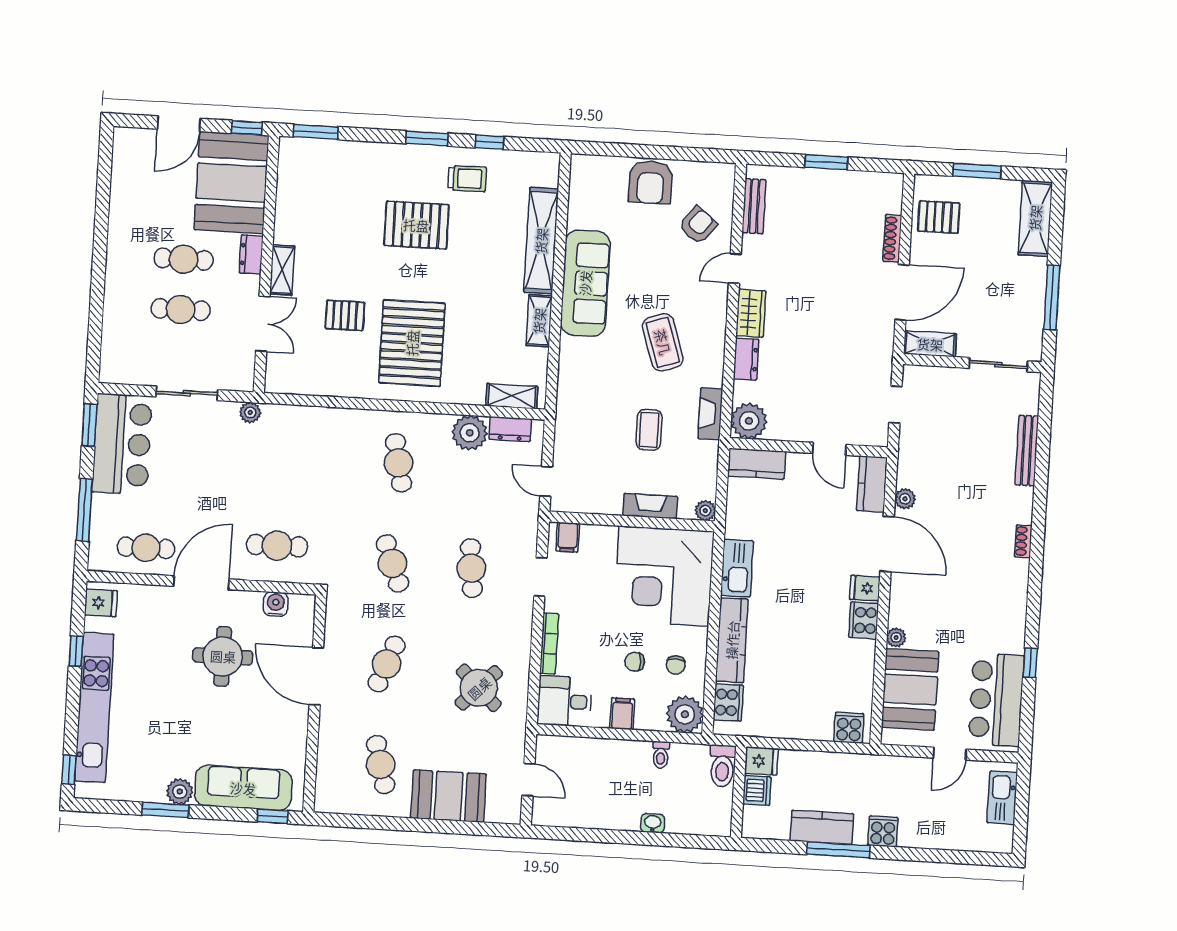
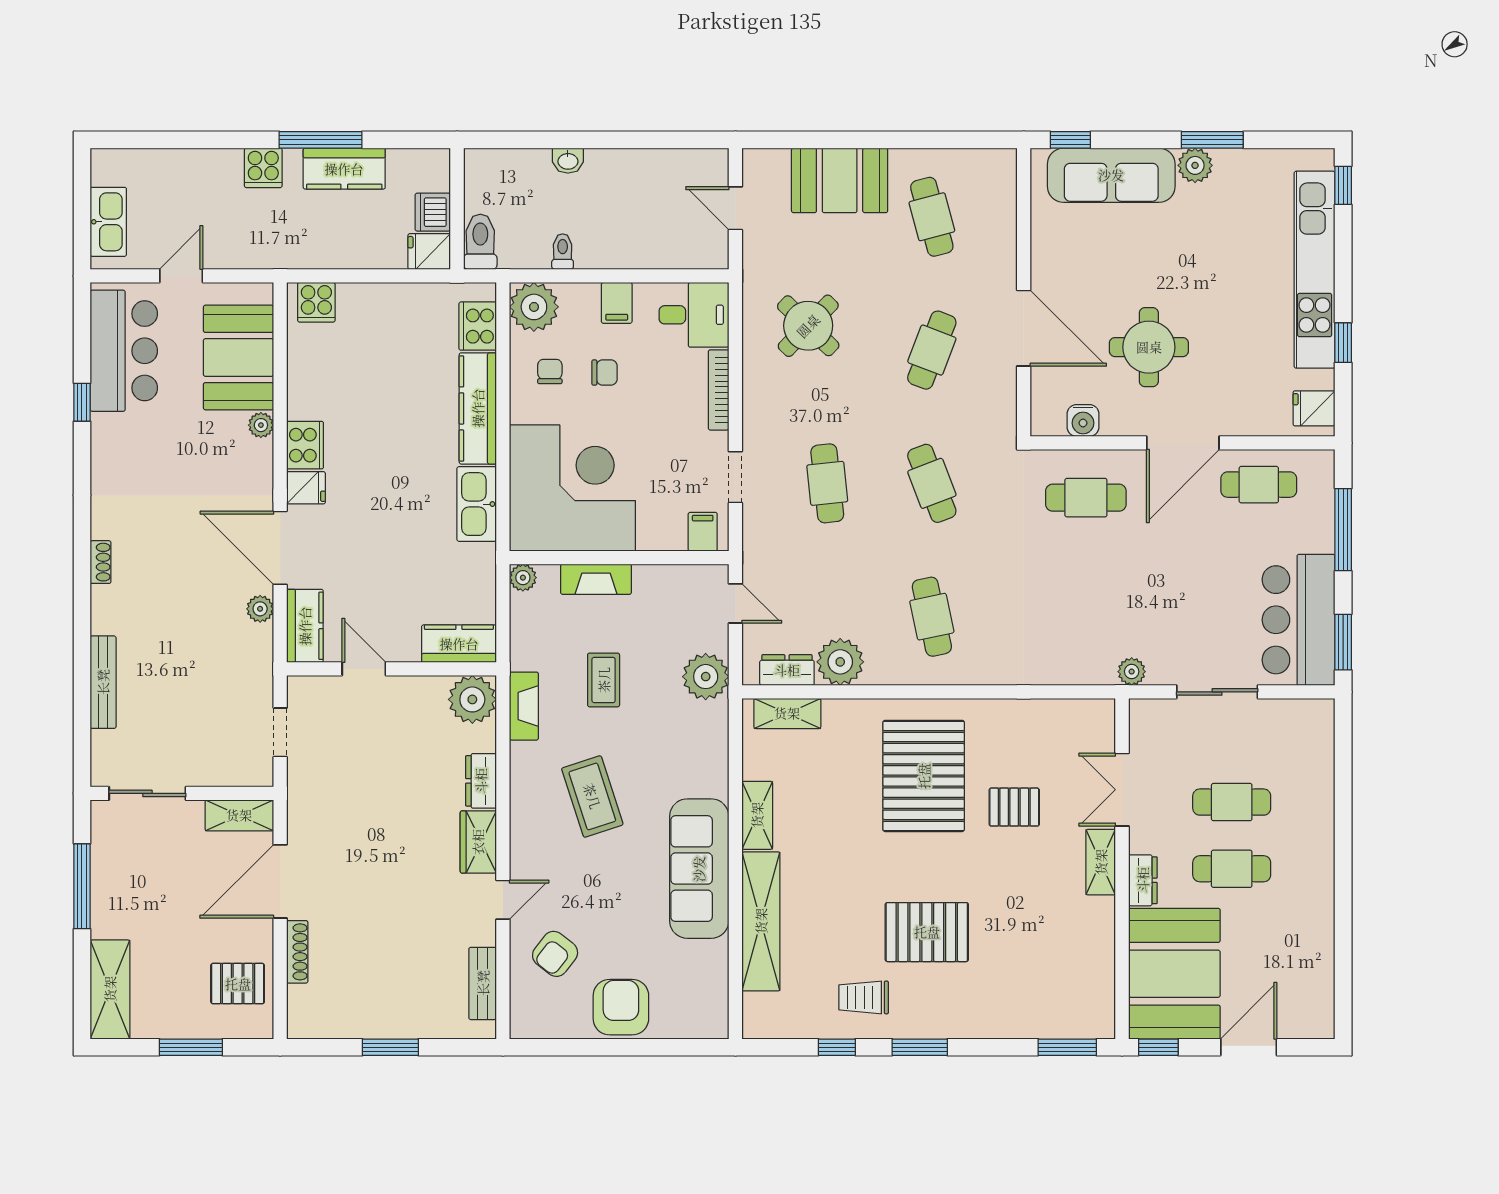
plant: (572, 428) -> (706, 677), added

